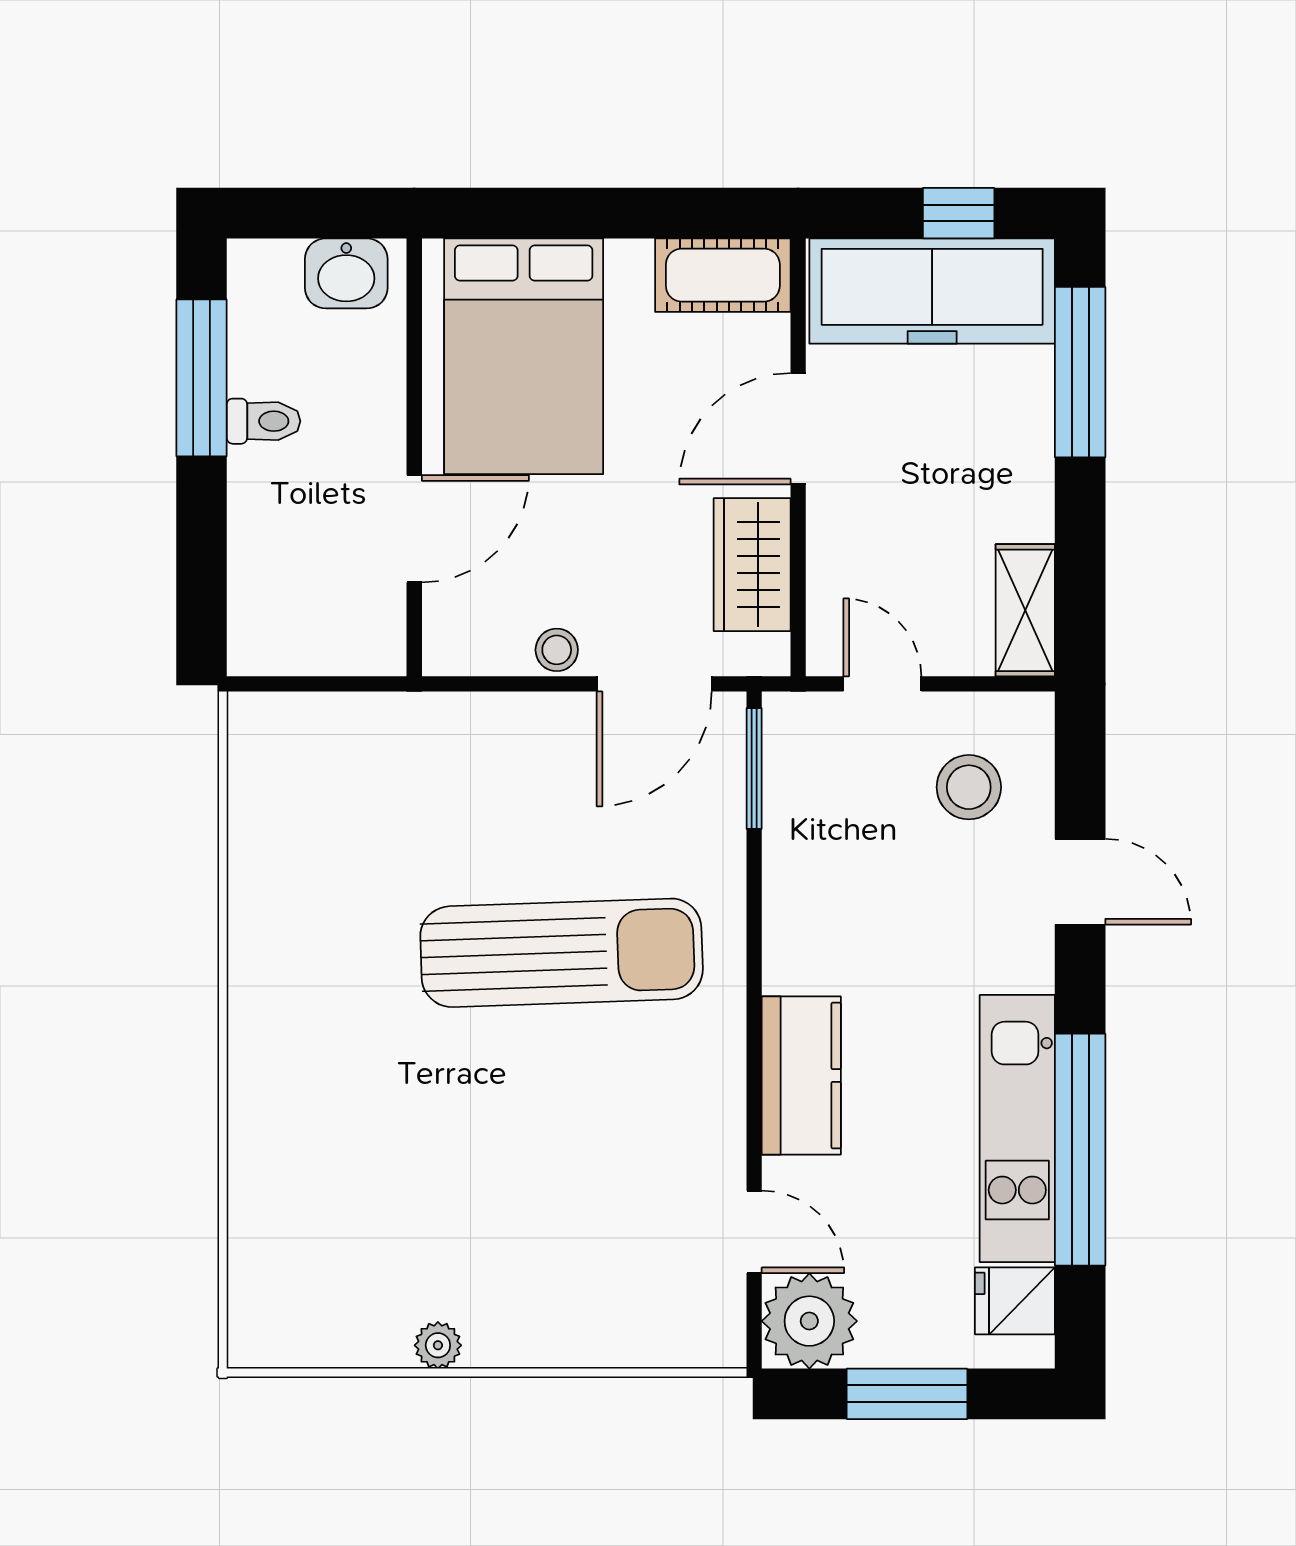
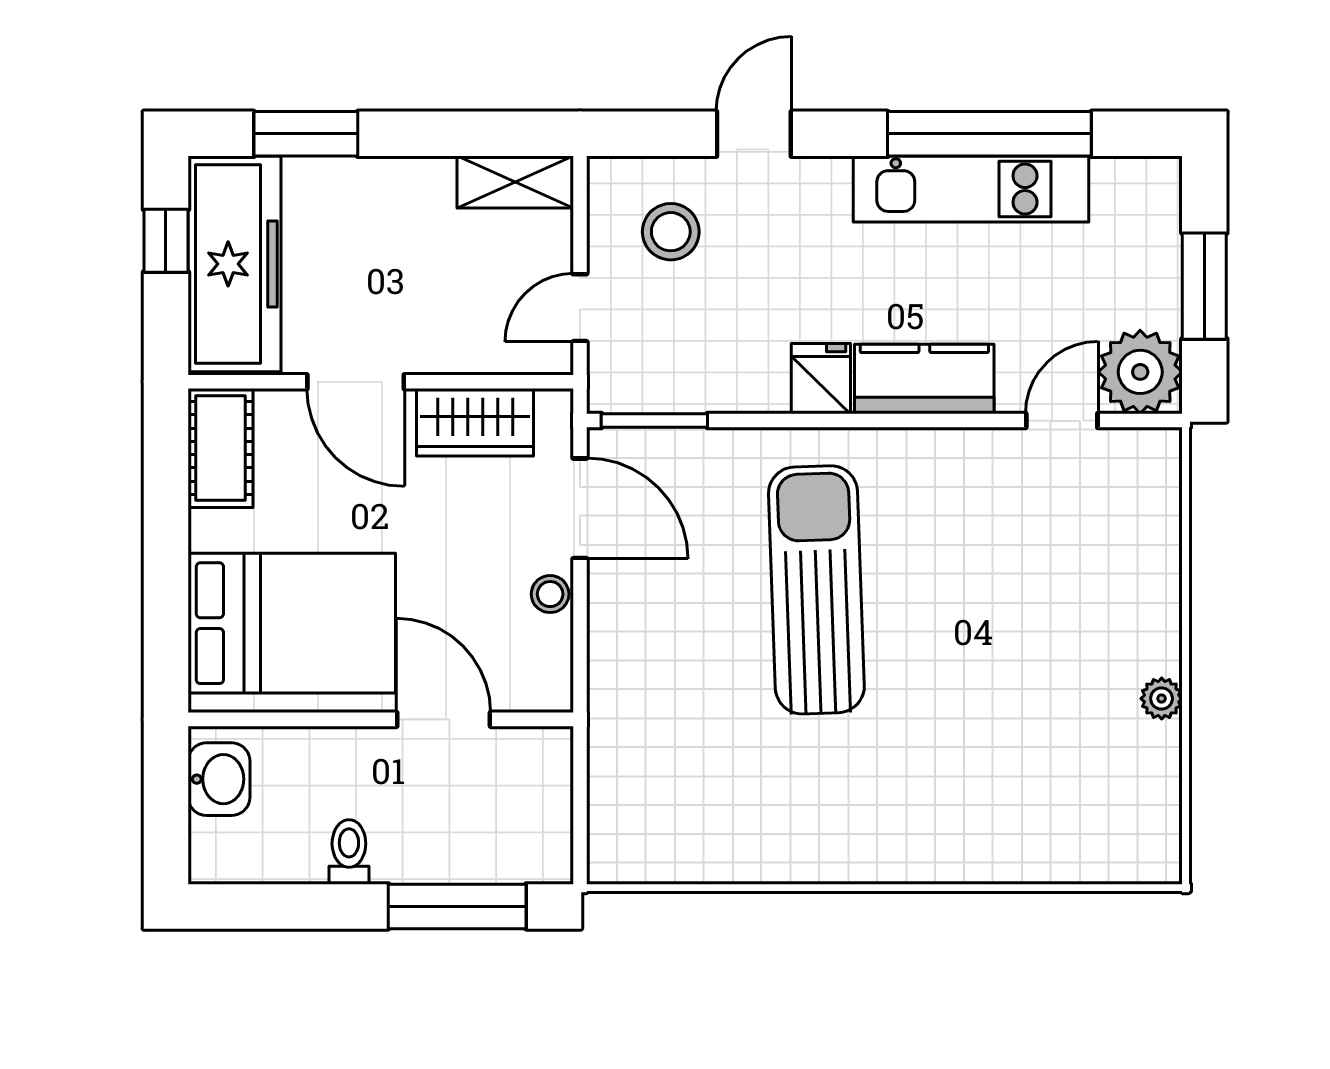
window: (1080, 372) -> (306, 134), width x0.69
window: (201, 378) -> (457, 906), moved
fridge: (1015, 1301) -> (821, 379), moved, turned 180

